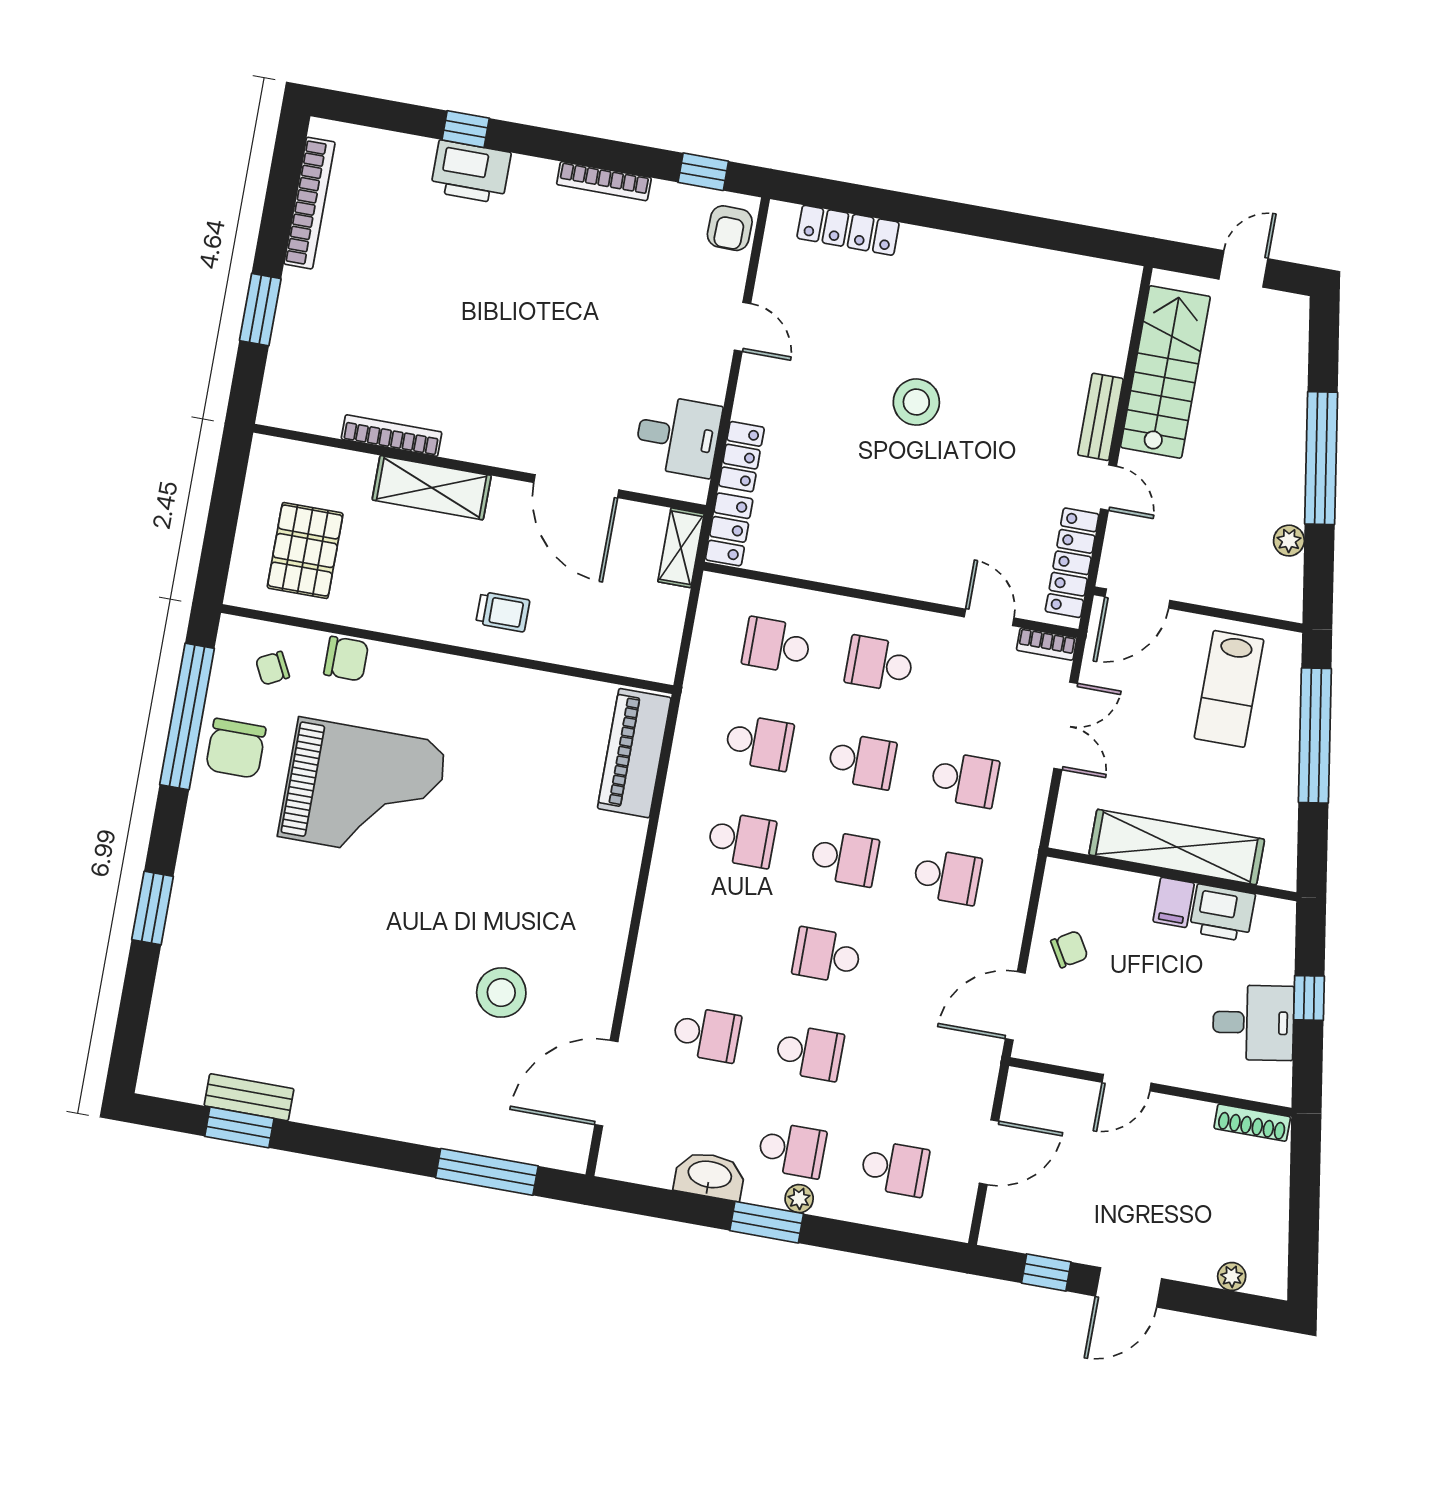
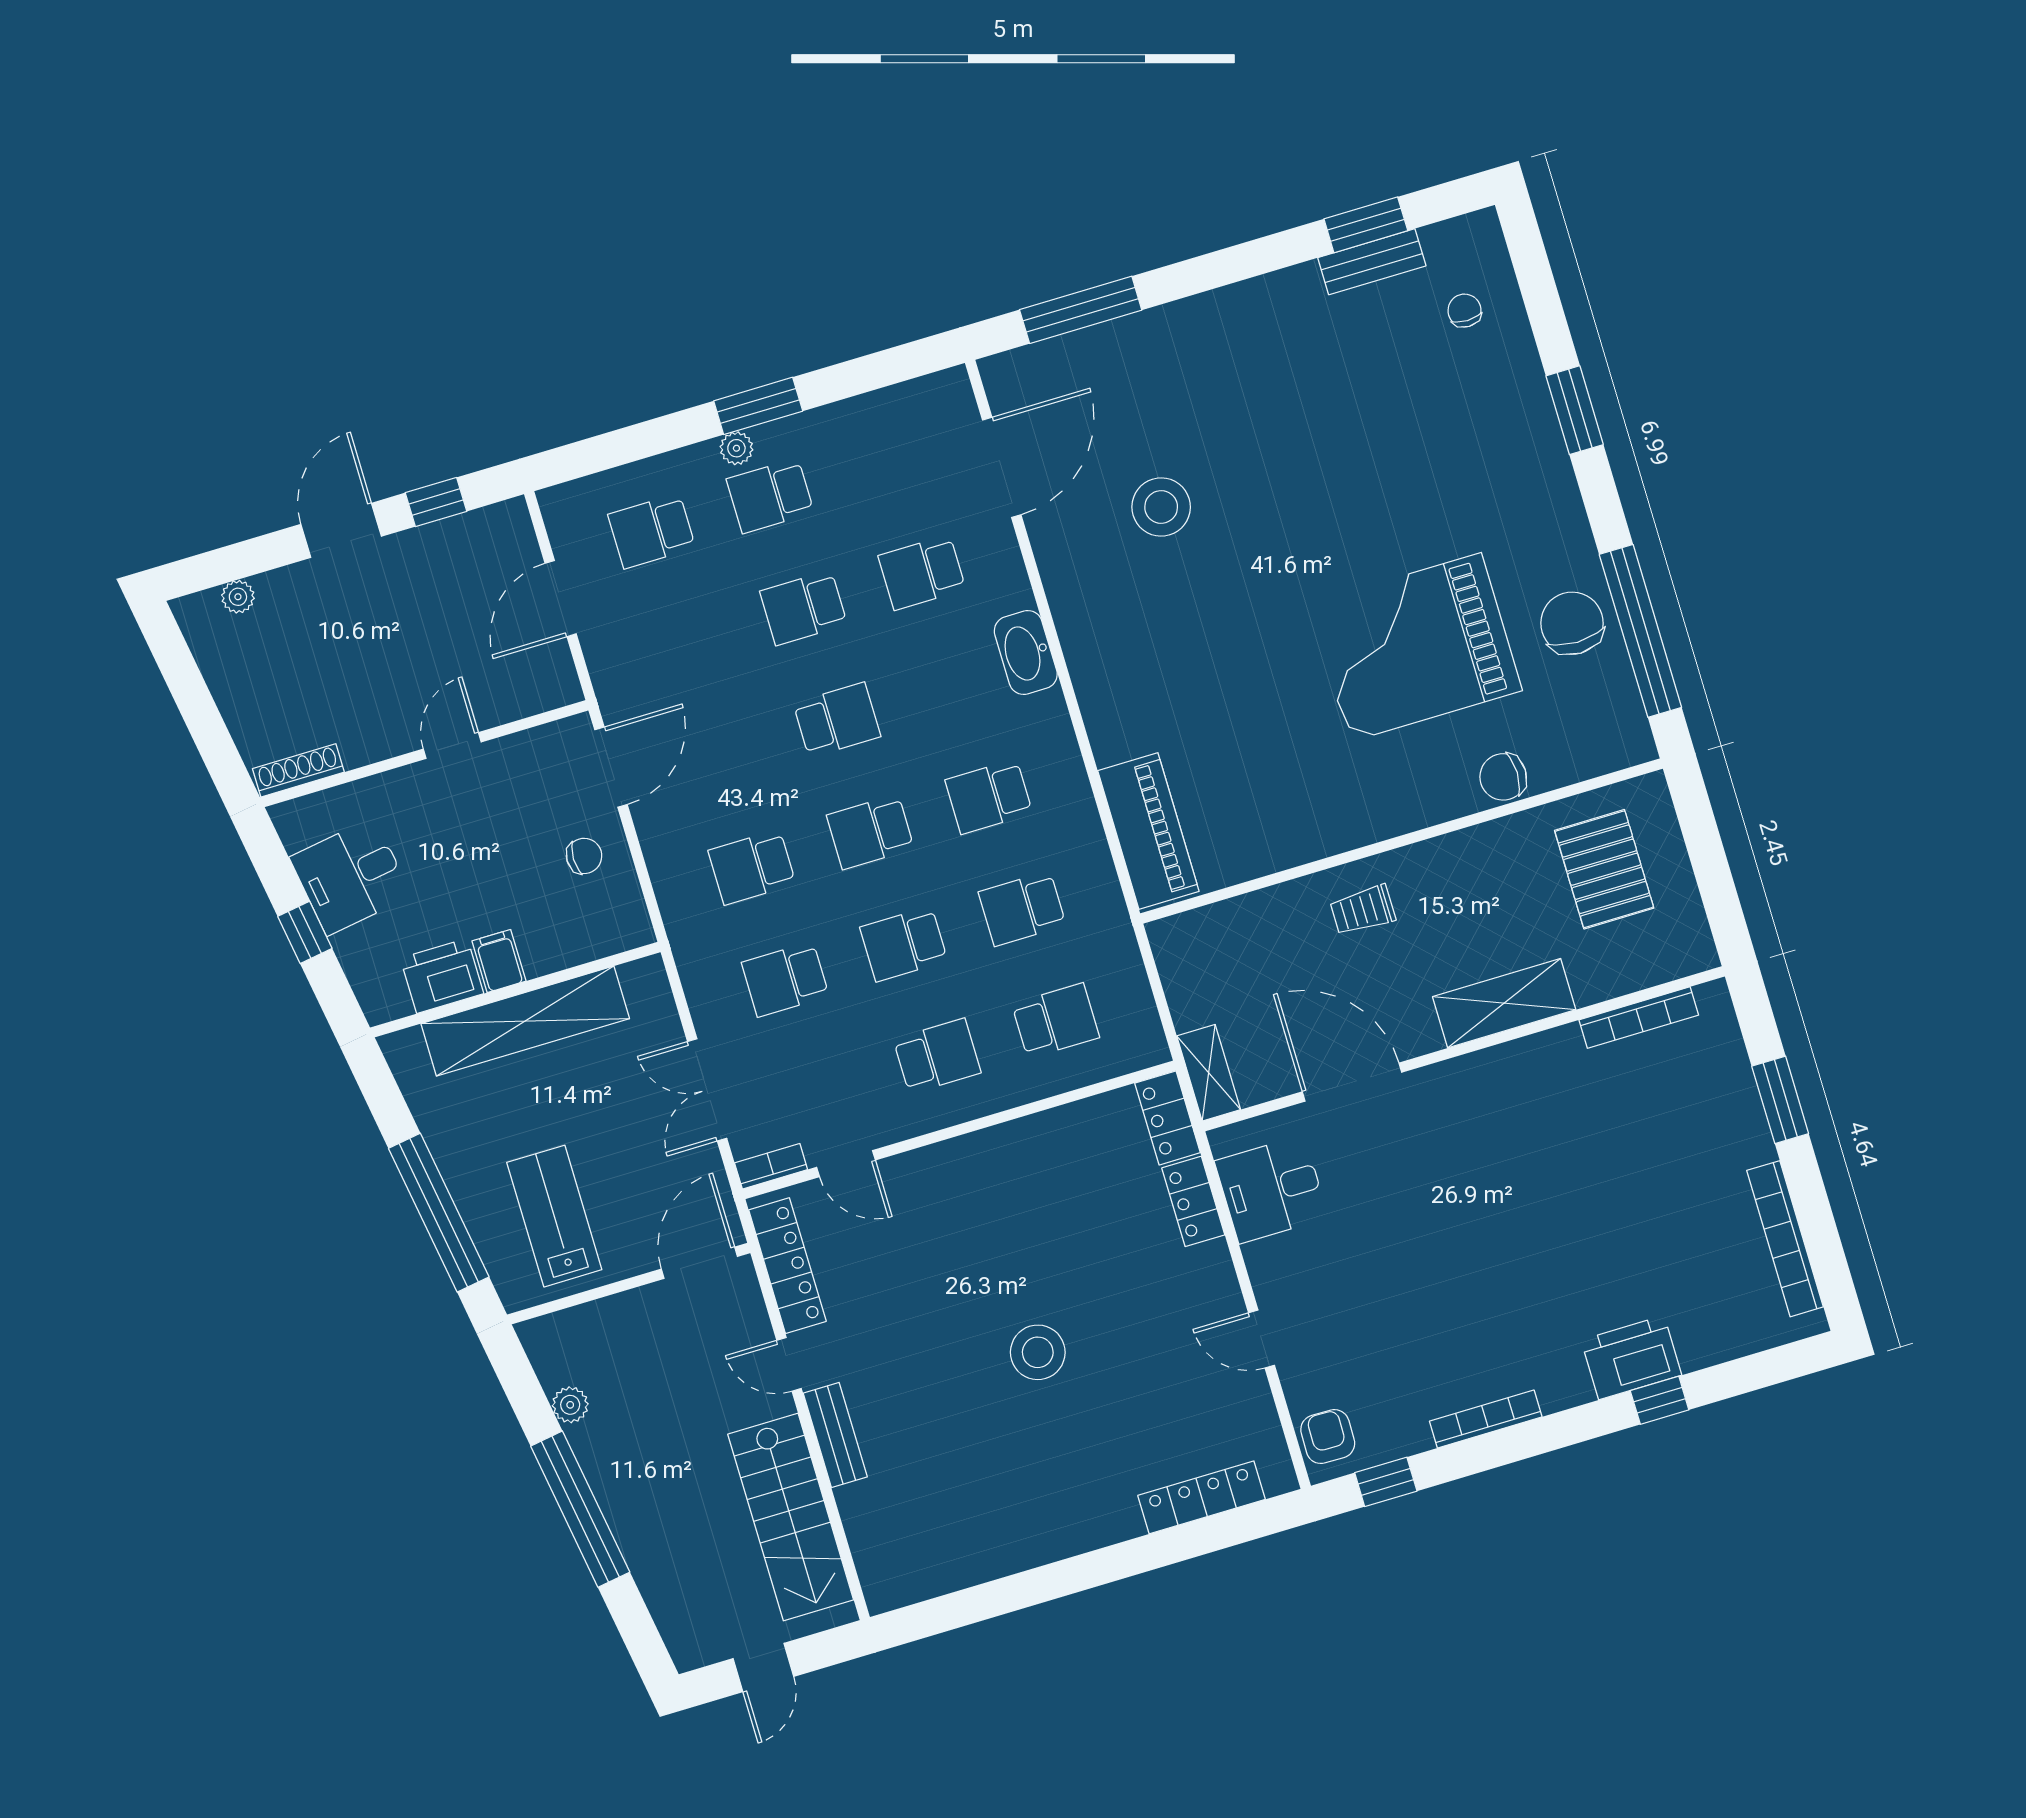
bookcase: (392, 436) -> (1639, 1018), moved
chair: (272, 668) -> (1465, 311), moved, turned -63
chair: (1069, 949) -> (584, 856), turned -149
washbasin: (710, 1176) -> (1026, 653), moved, turned 90

